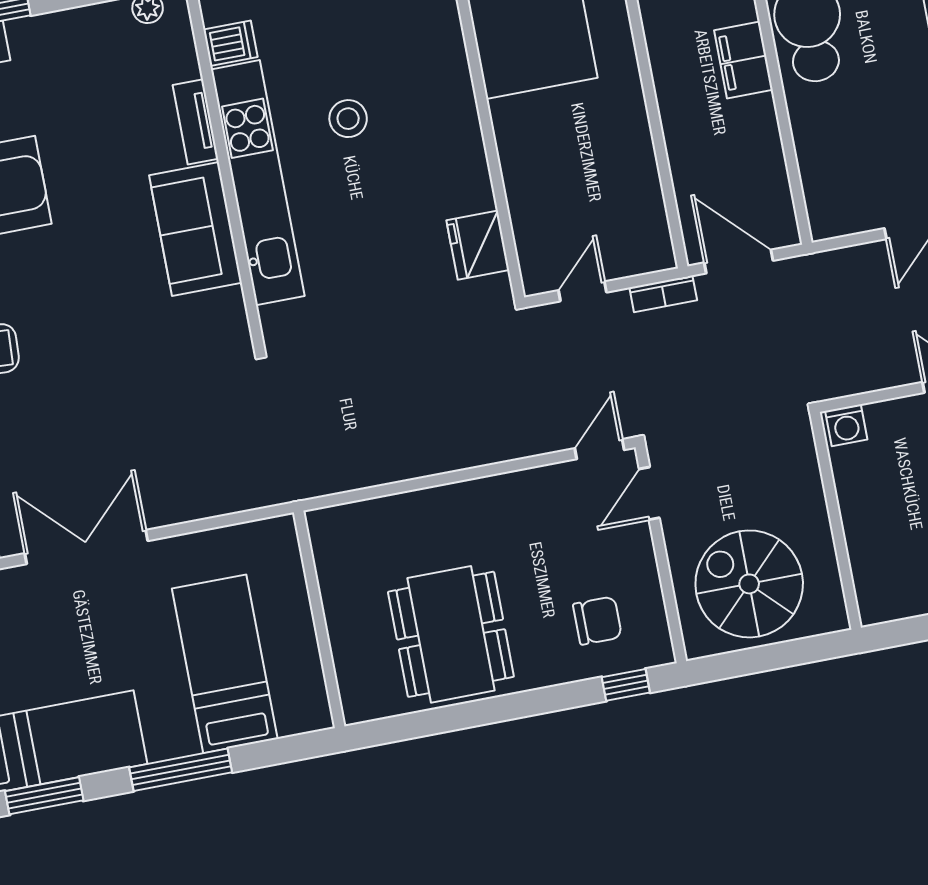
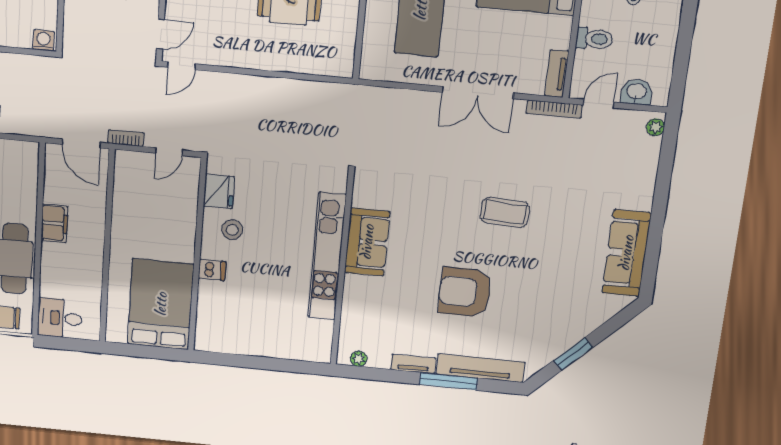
dishwasher: (230, 43) -> (212, 270), moved, turned 180
filing cabinet: (743, 60) -> (54, 223), moved
stool: (348, 119) -> (232, 230), moved
tv unit: (196, 122) -> (413, 364), moved, turned -90

